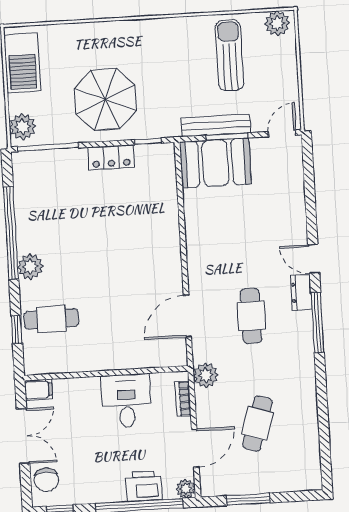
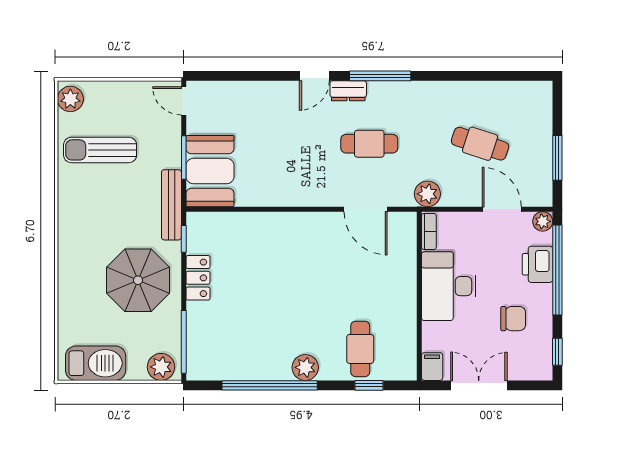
bench: (216, 125) -> (171, 205), moved
bookcase: (183, 399) -> (429, 232), moved, turned -90
desk: (127, 401) -> (449, 286), width x1.37
chair: (46, 480) -> (513, 319), moved

